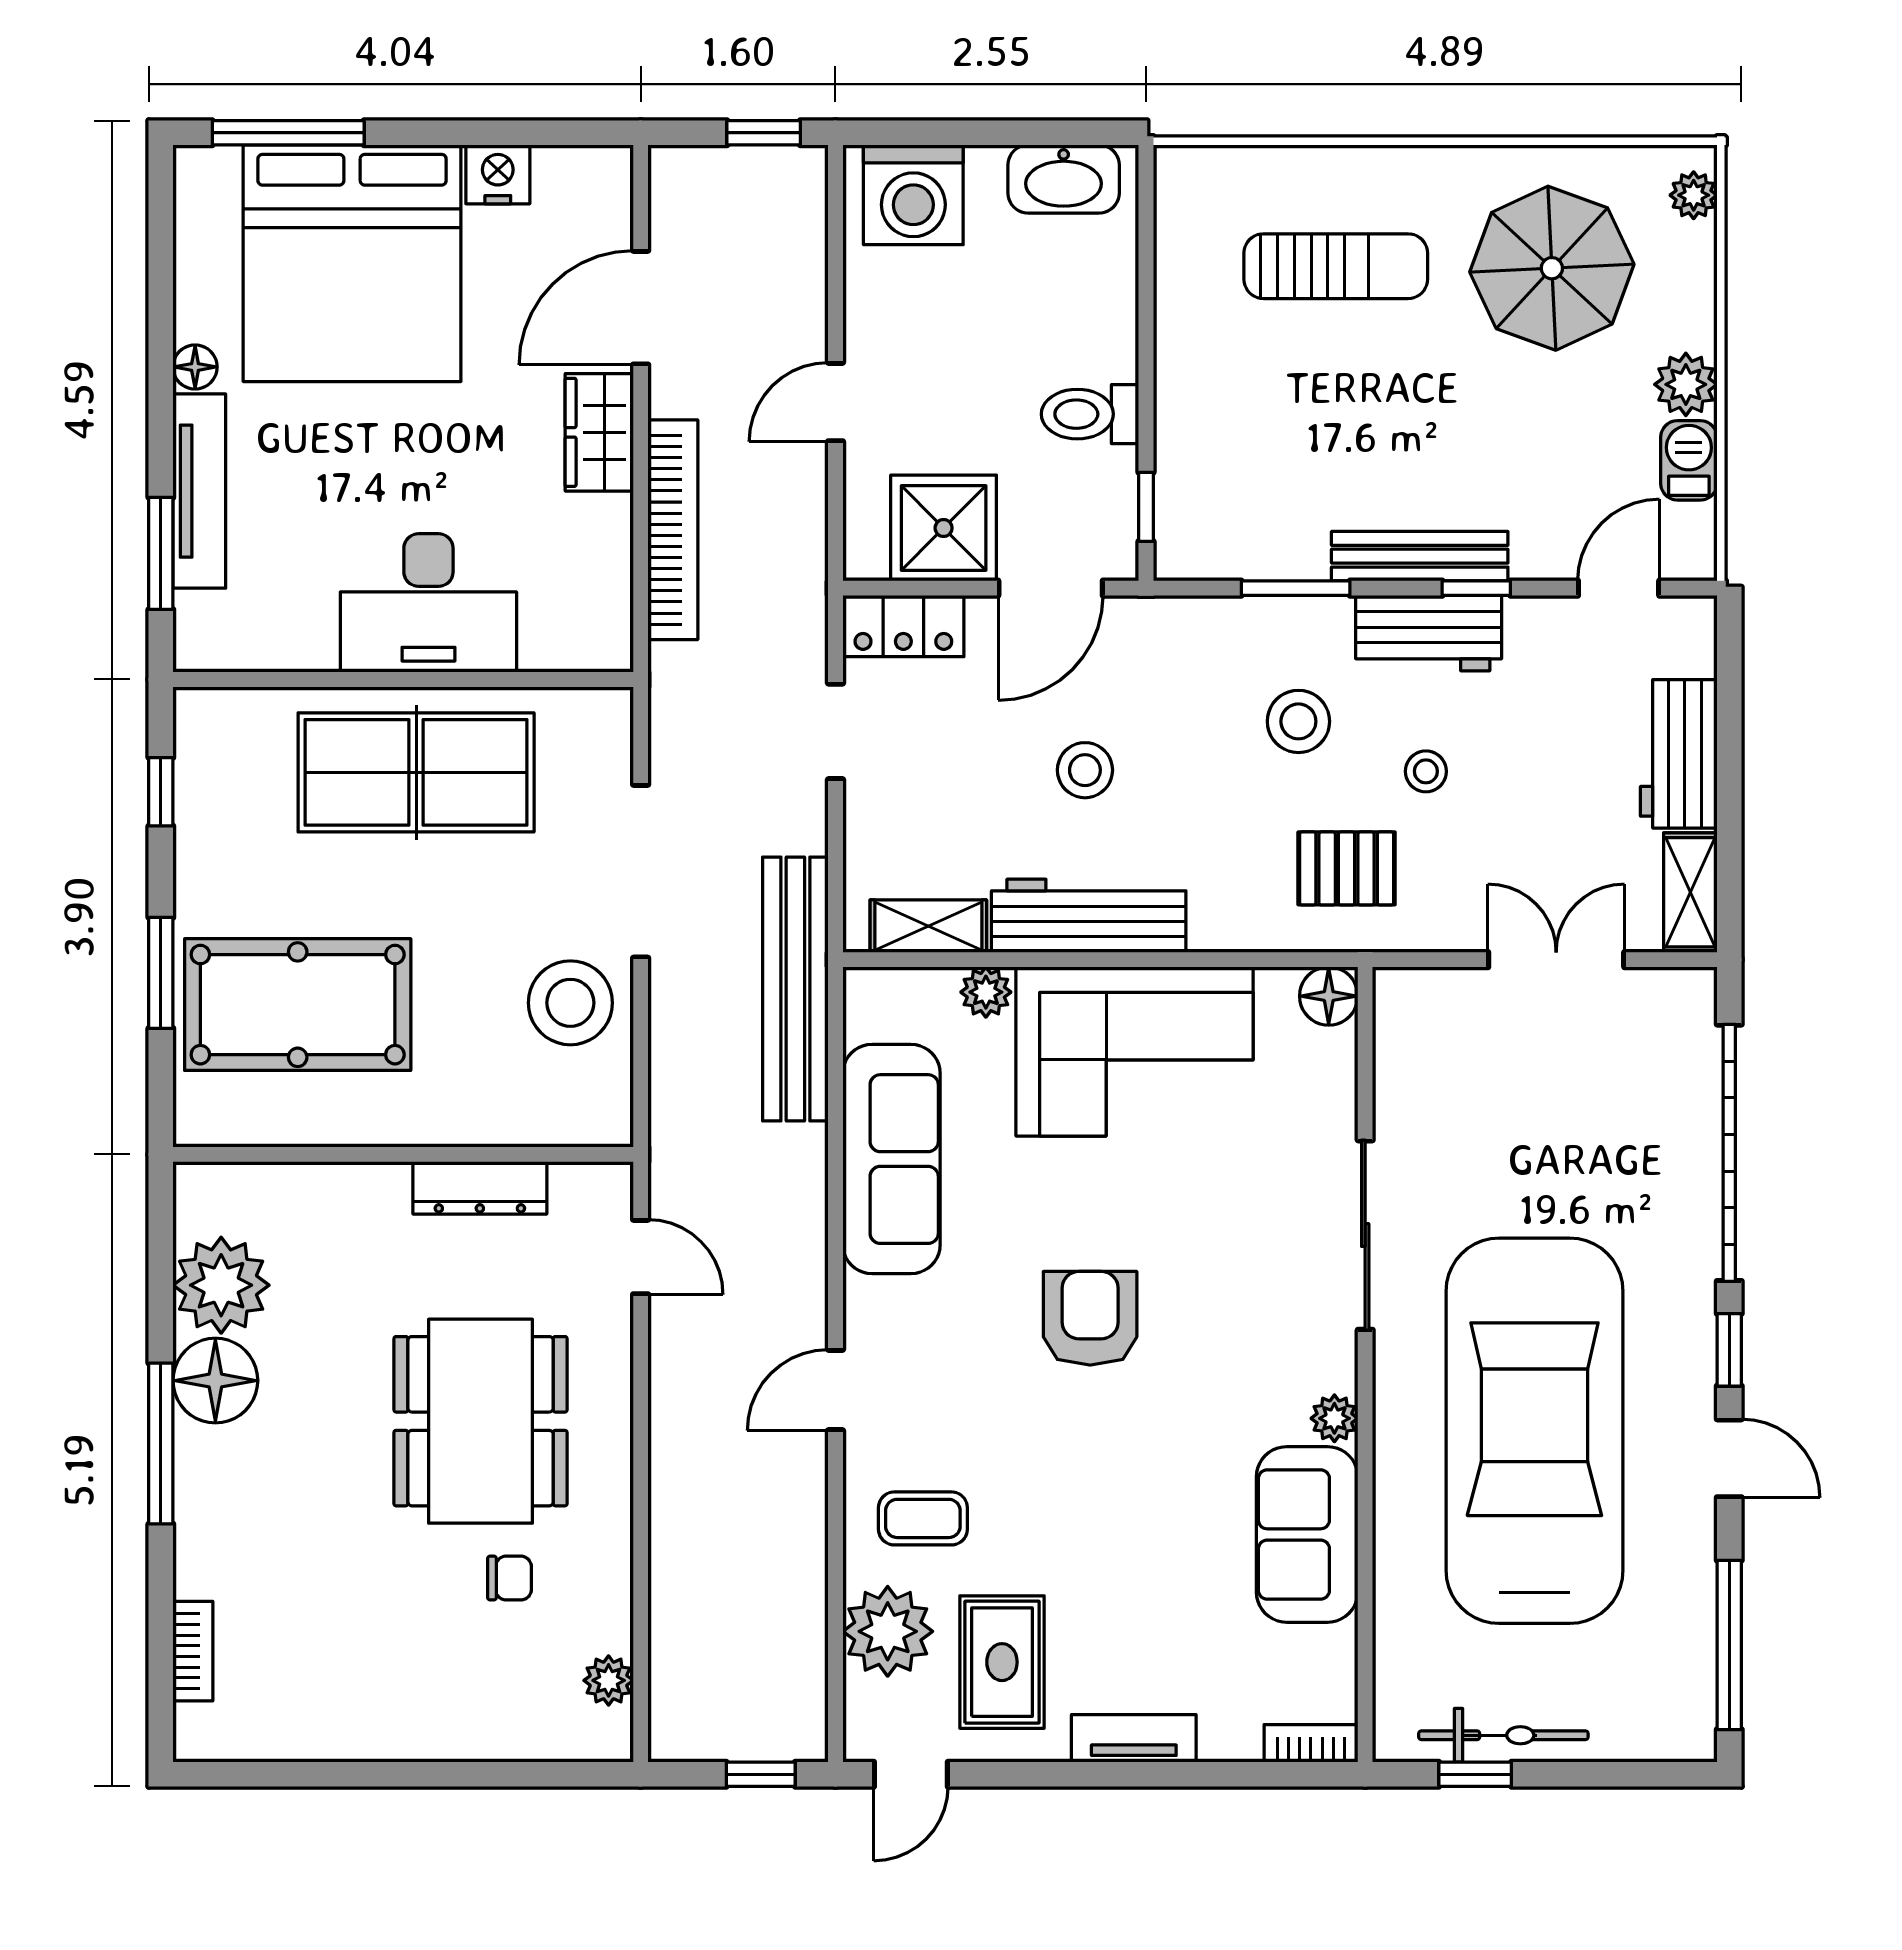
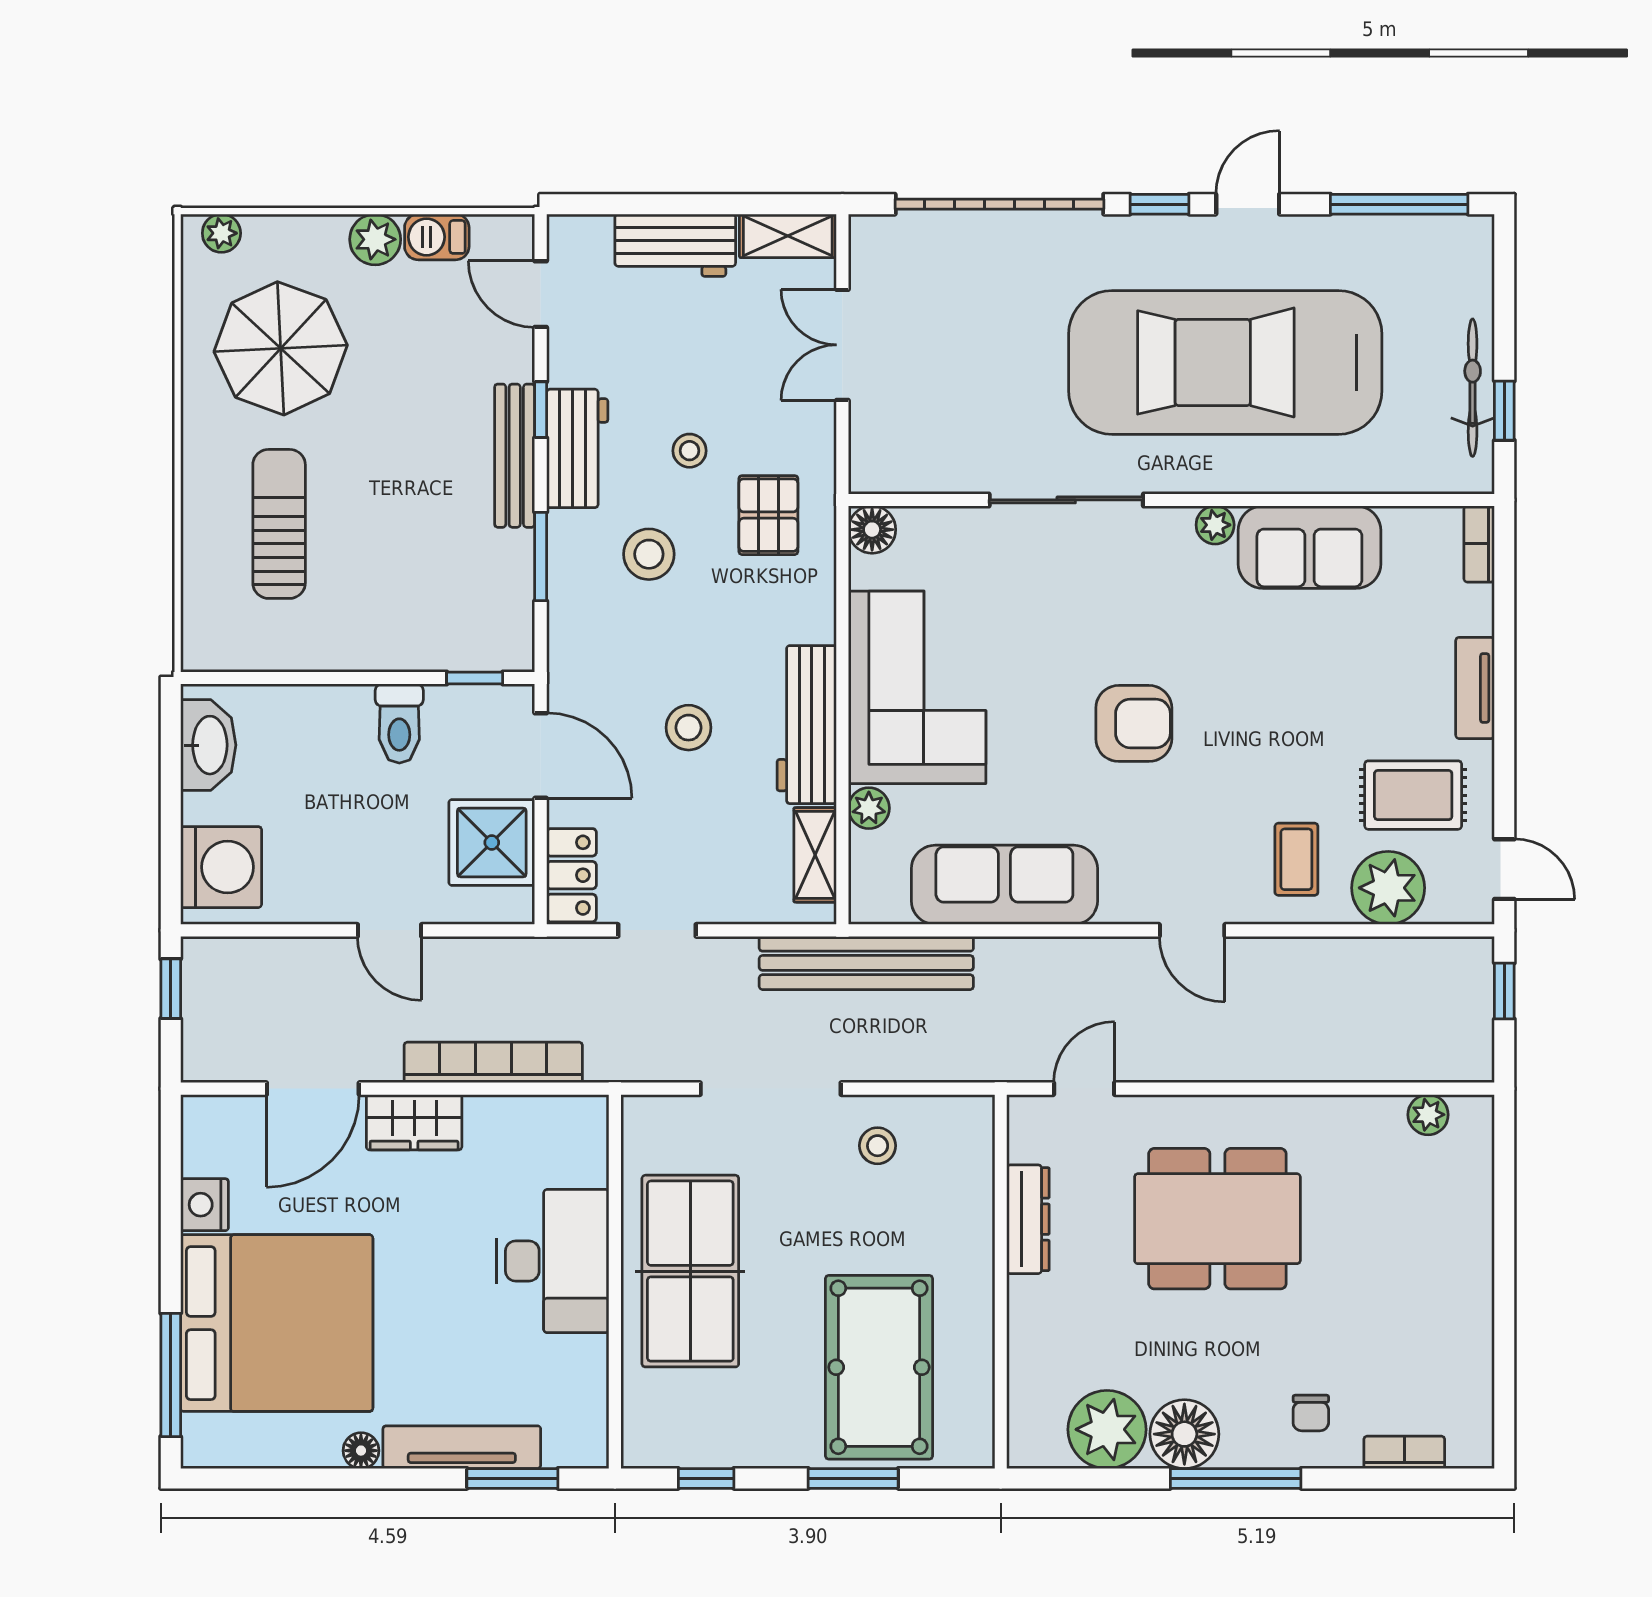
door: (641, 308) -> (313, 1089), hinge flipped
stool: (570, 1003) -> (878, 1146), width x0.53, depth x0.53
armchair: (1090, 1318) -> (1134, 723), turned 180
chair: (509, 1578) -> (1311, 1413), moved, turned 180

